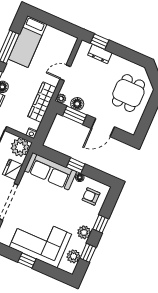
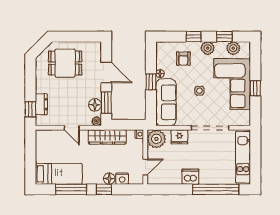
armchair: (91, 196) -> (183, 59), moved
side table: (48, 207) -> (199, 91), added

